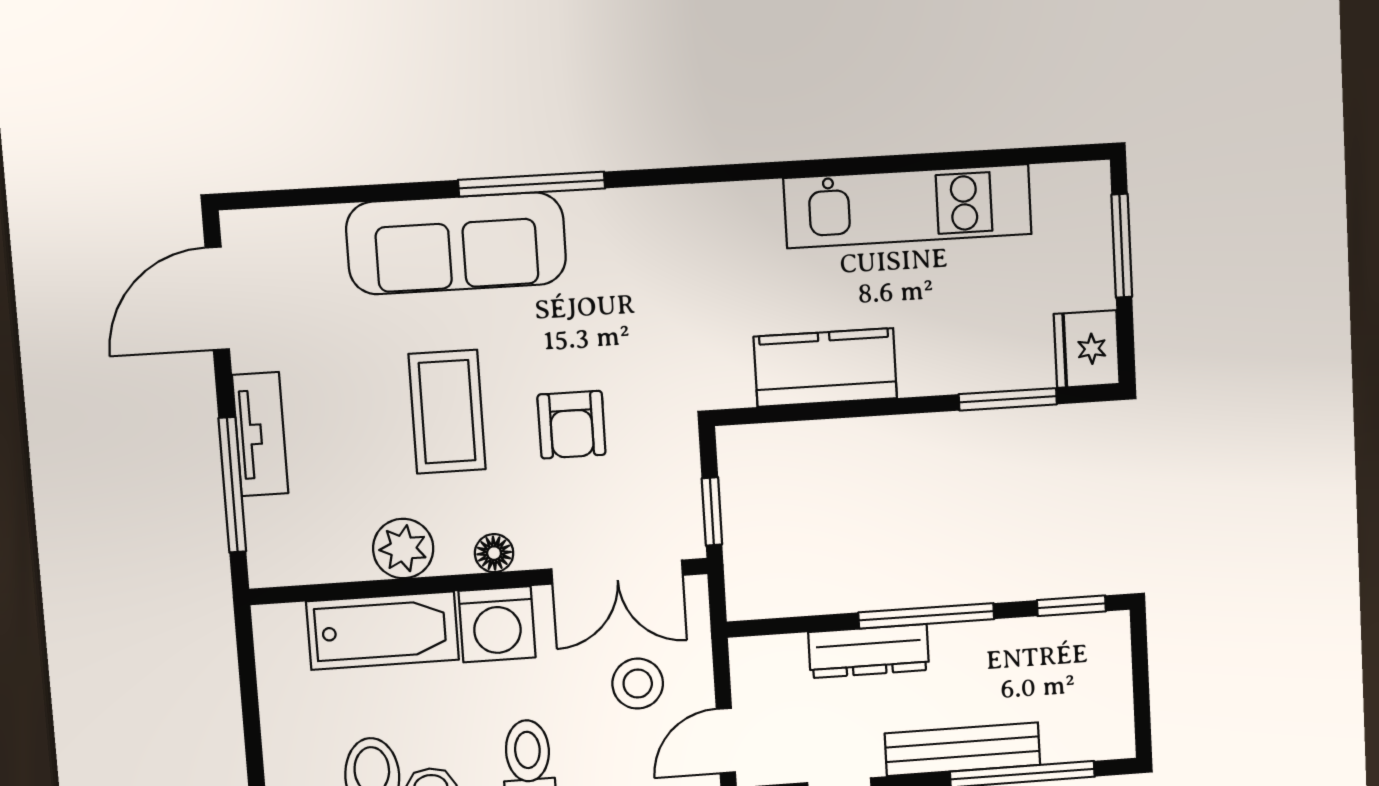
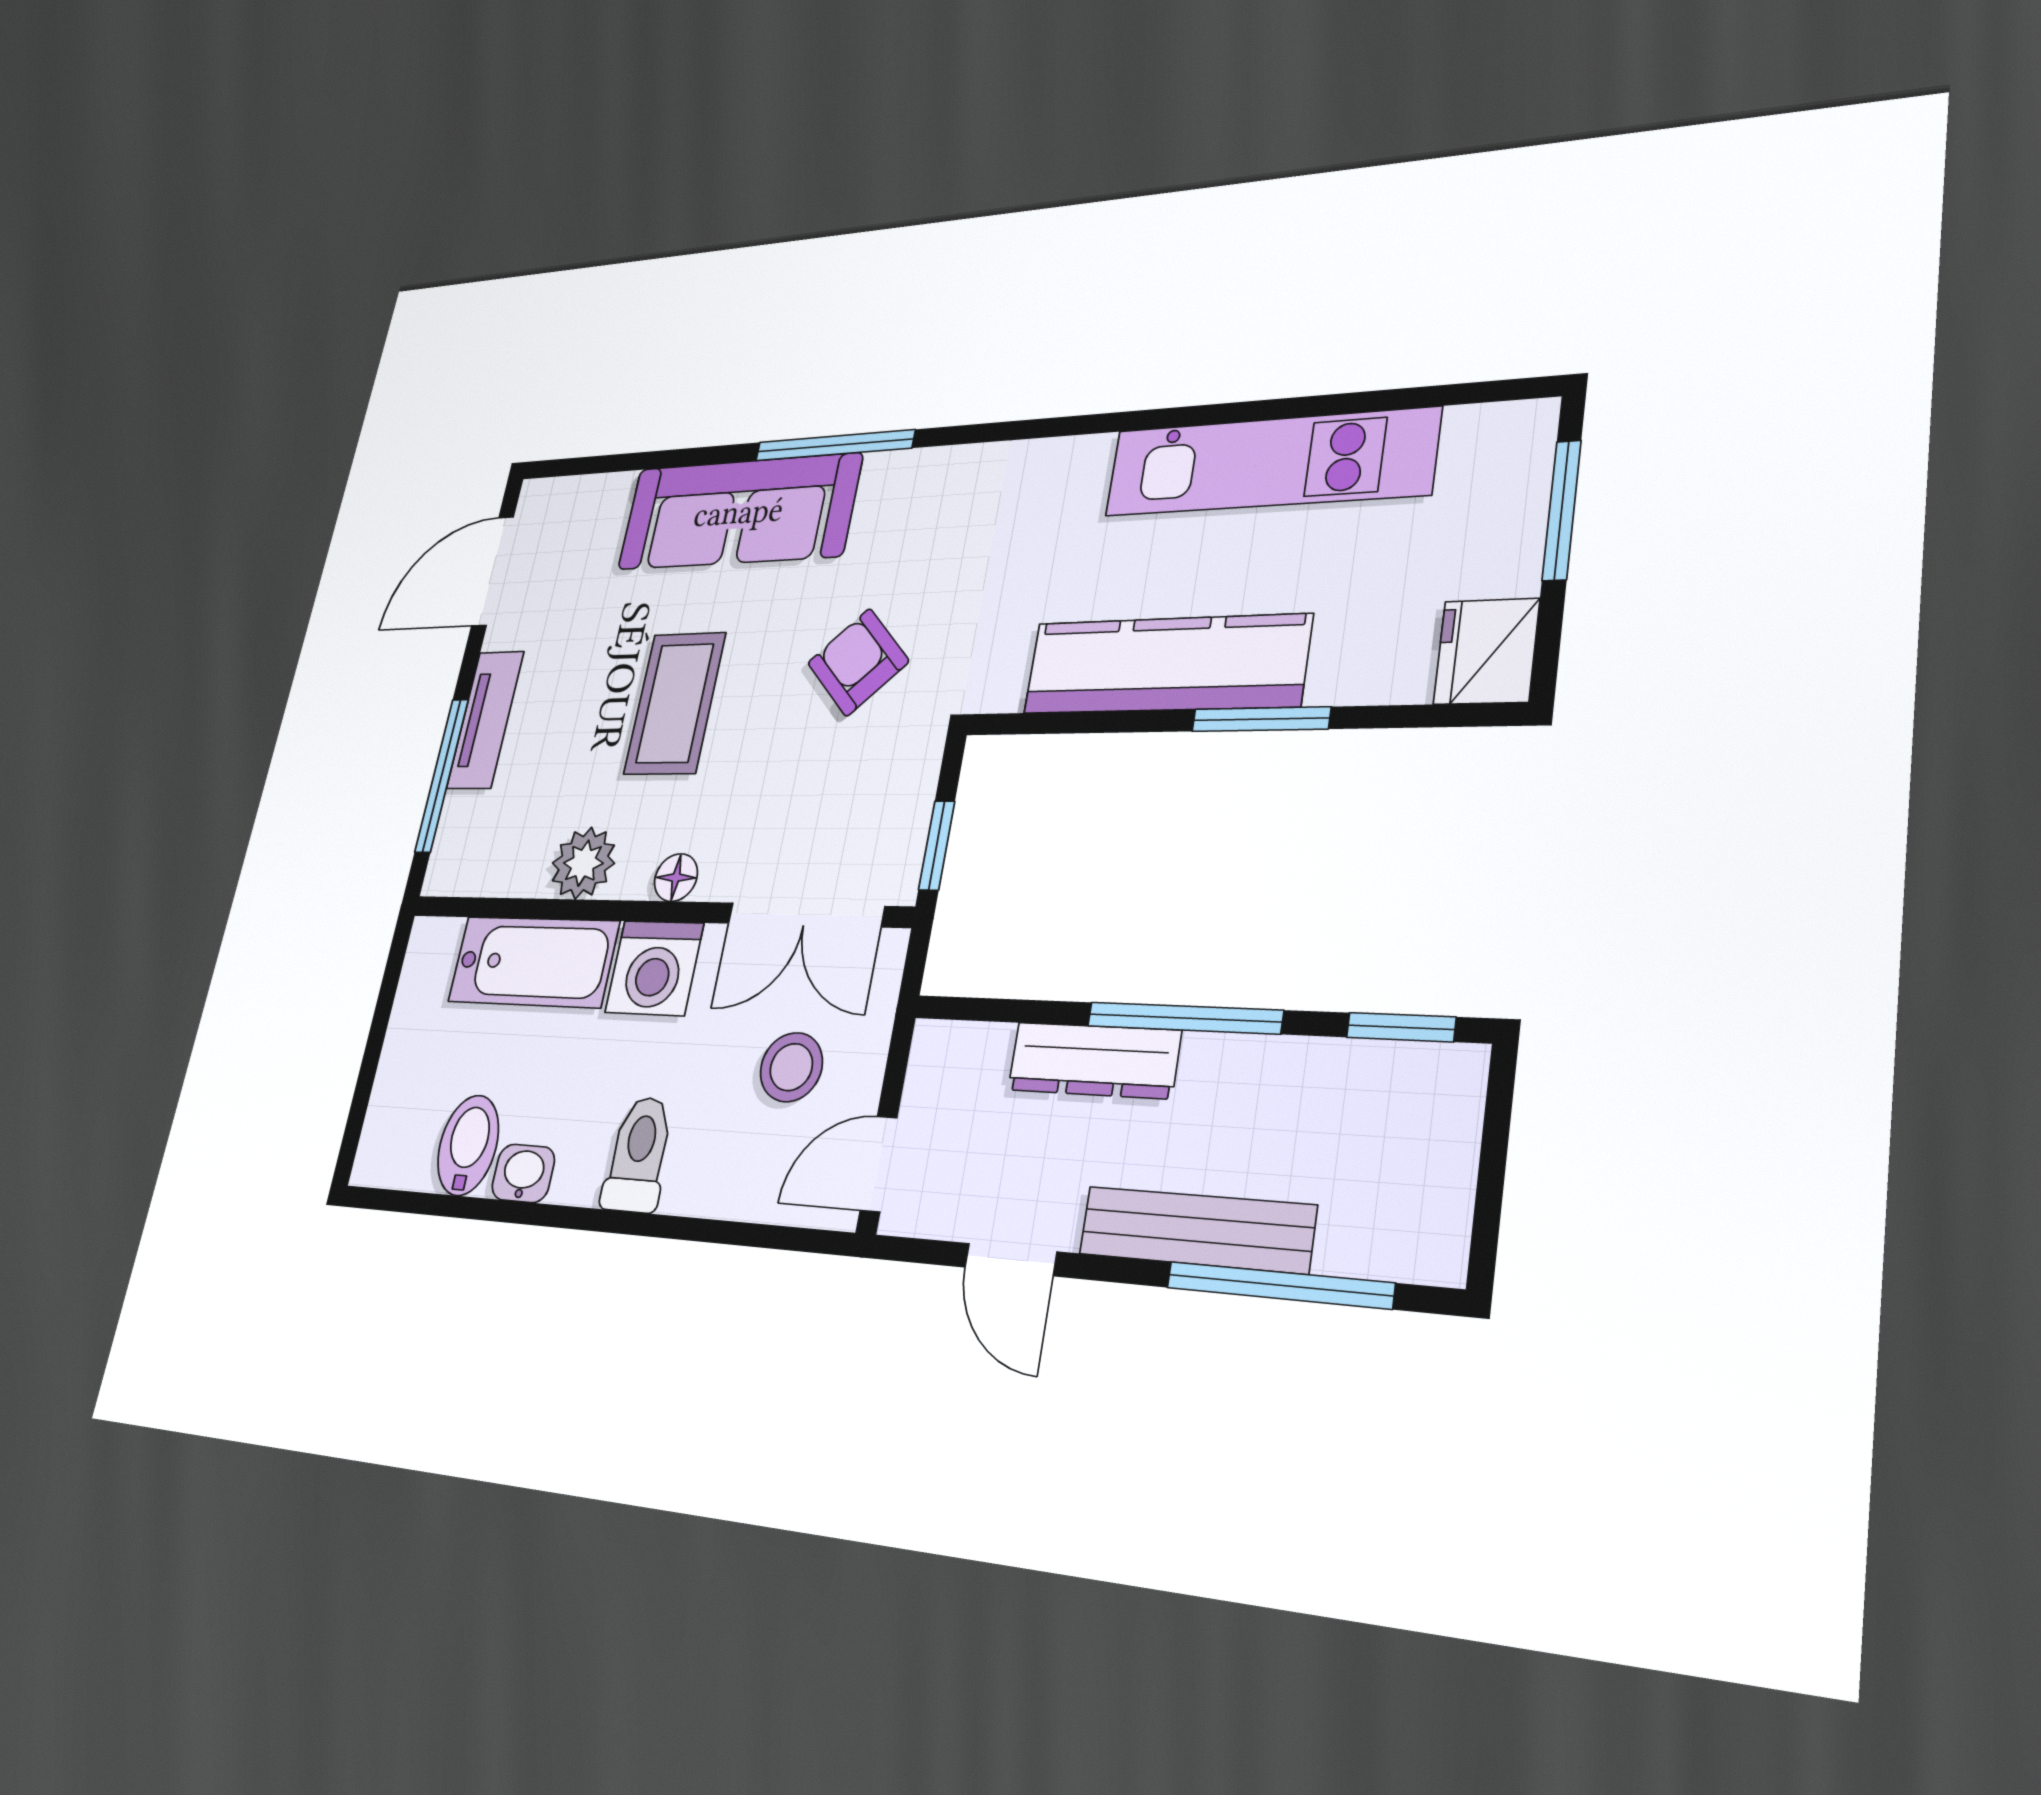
kitchen counter: (825, 367) -> (1166, 664), width x1.50
window: (1008, 399) -> (1261, 719), moved
armchair: (572, 425) -> (858, 662), moved, turned 136

